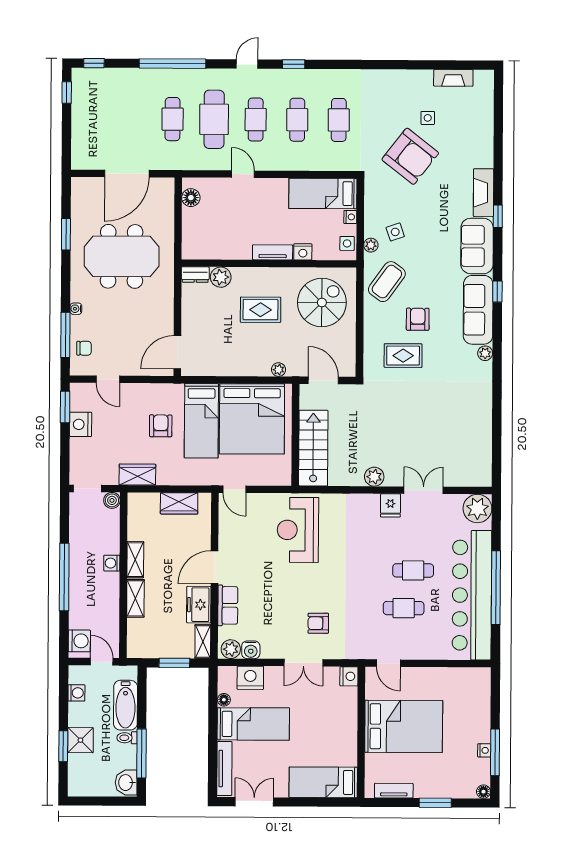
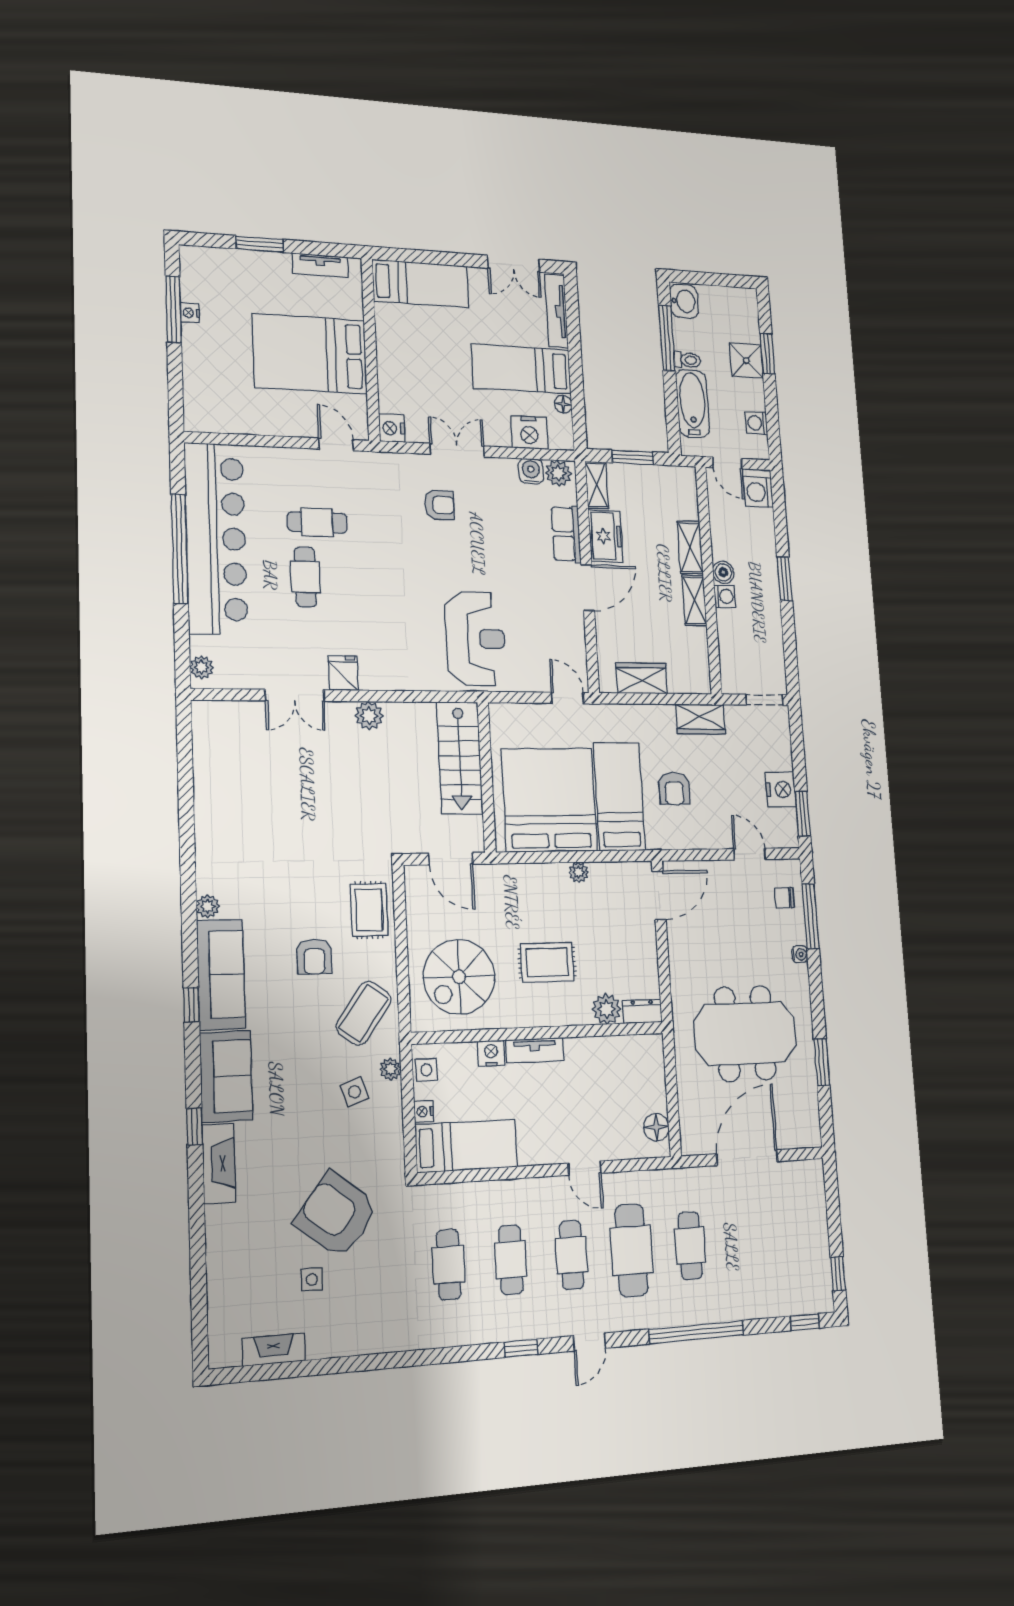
rug: (403, 356) -> (369, 910), moved, turned 90
plant: (278, 370) -> (579, 872), moved
boiler: (112, 500) -> (723, 572), moved
plant: (477, 508) -> (201, 667), width x0.53, depth x0.53
cafe table: (413, 570) -> (305, 577), turned 90
window: (64, 577) -> (785, 579), width x0.47
floor lamp: (483, 792) -> (189, 255), removed

